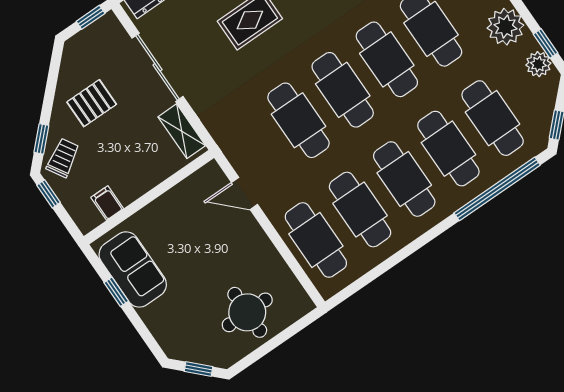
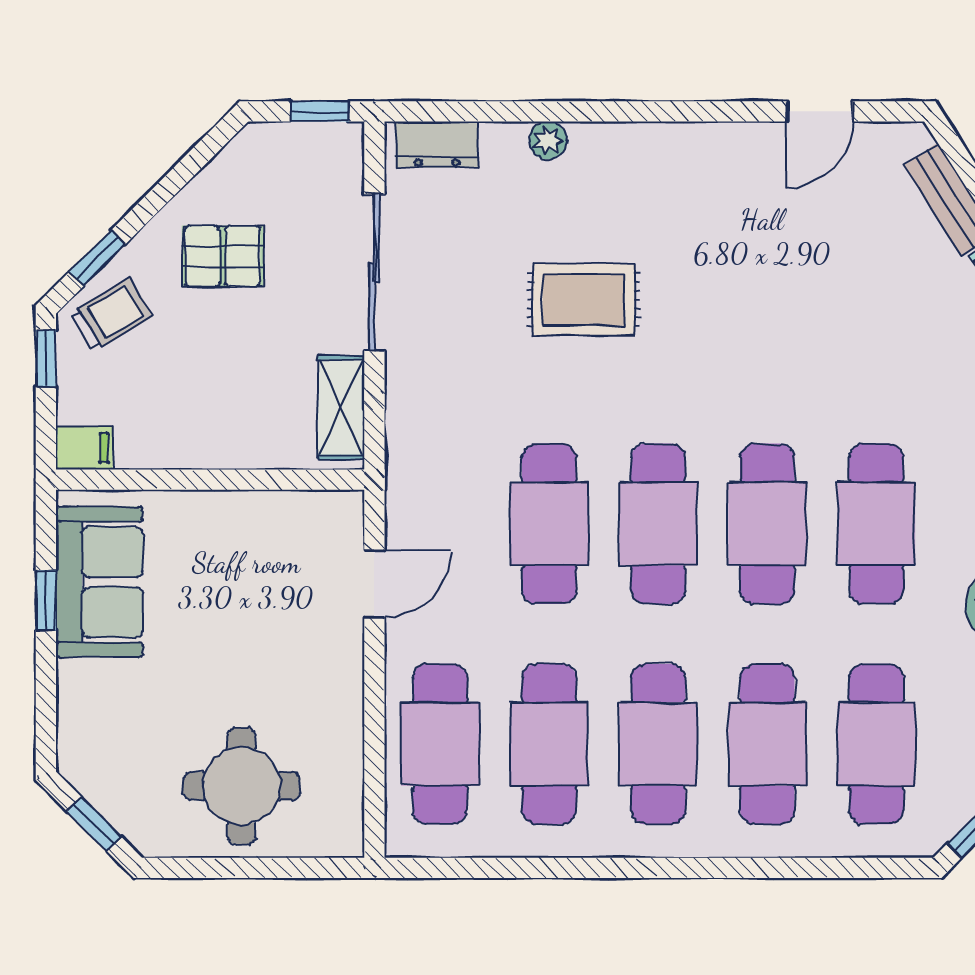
window: (497, 189) -> (802, 868), removed
door: (245, 193) -> (374, 584), swing flipped
filing cabinet: (107, 203) -> (84, 448), moved, turned 90

